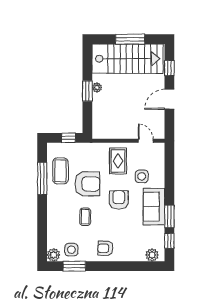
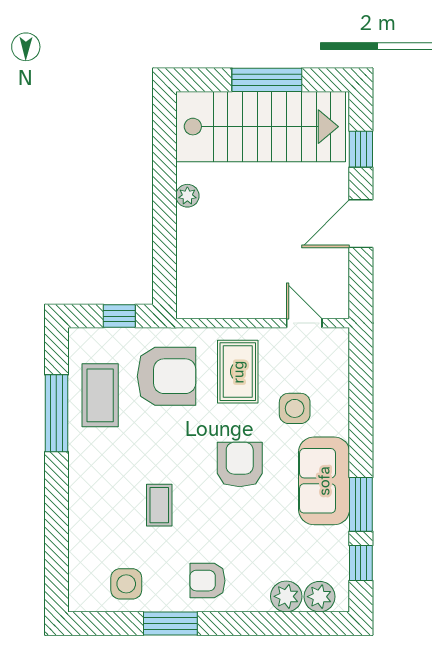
window: (87, 91) -> (165, 204), removed
armchair: (87, 184) -> (166, 376), moved
plant: (53, 255) -> (286, 596), moved
window: (74, 266) -> (170, 623), moved

